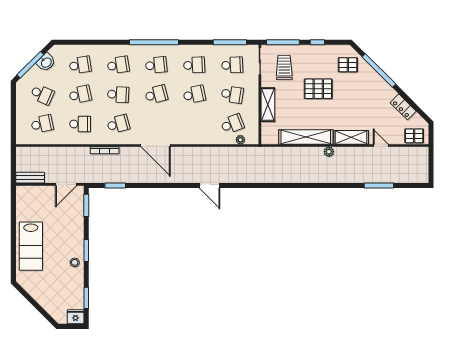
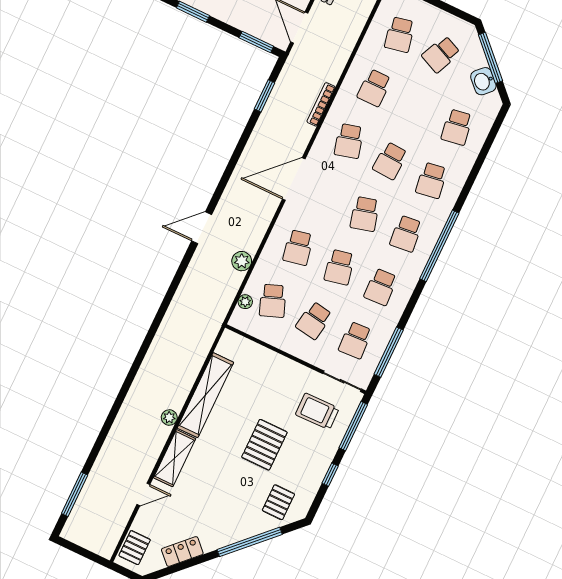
trolley: (284, 67) -> (317, 411), turned 180
school desk: (80, 94) -> (298, 248), moved
shelving: (268, 105) -> (276, 364), removed
plant: (218, 153) -> (242, 261), added
window: (379, 186) -> (75, 494), moved

